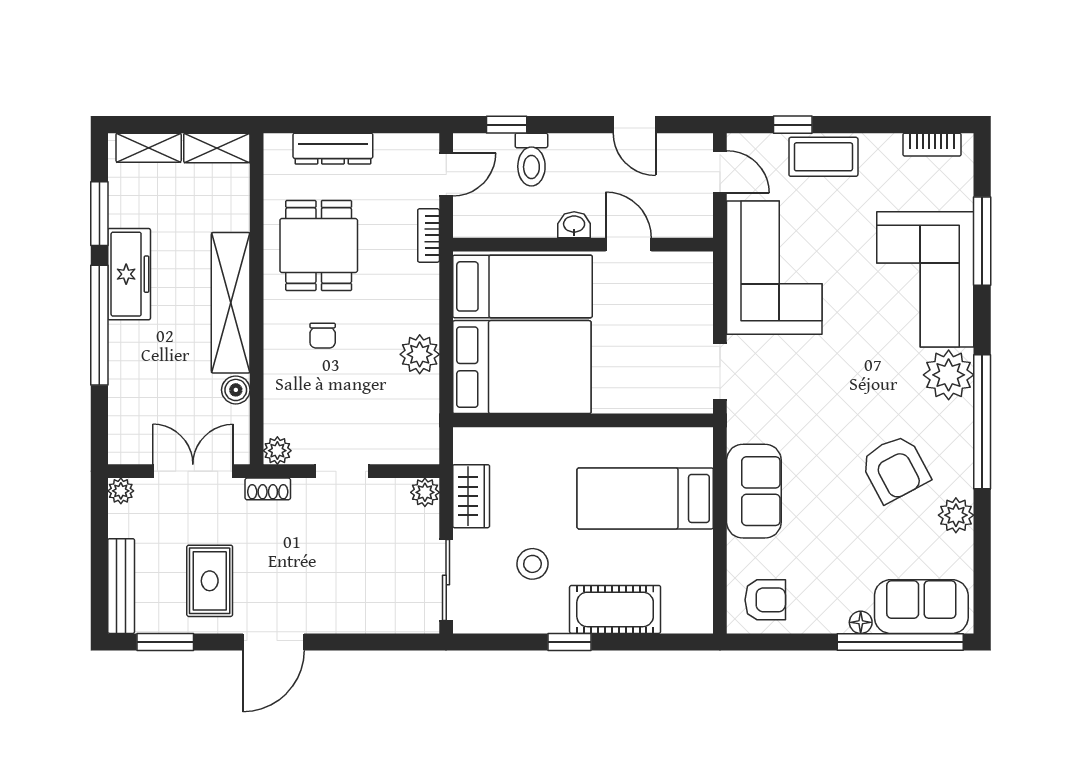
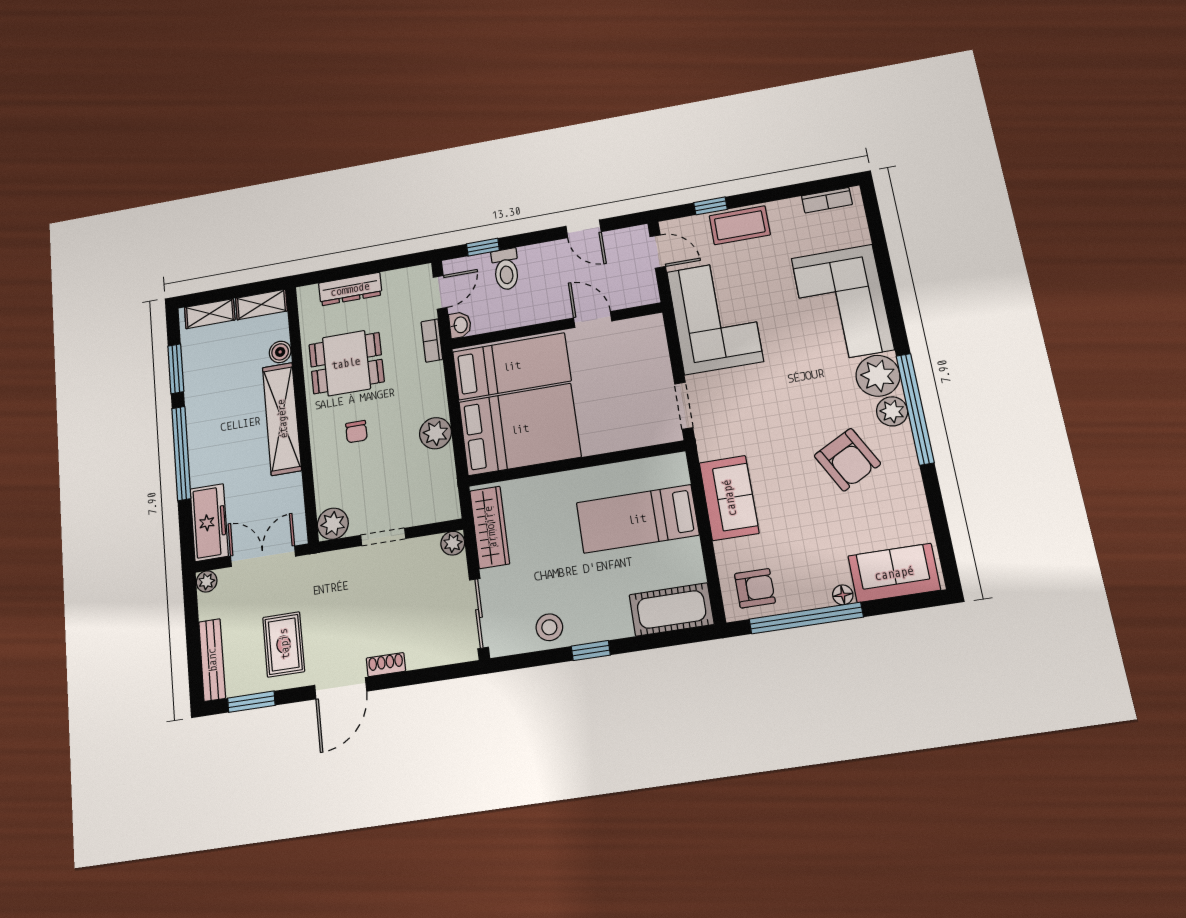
washbasin: (574, 225) -> (460, 325), moved, turned 90
window: (982, 241) -> (884, 266), removed
dining table: (319, 245) -> (346, 363), turned 90
freezer: (129, 274) -> (209, 522), moved
boiler: (236, 390) -> (280, 352), moved
plant: (277, 451) -> (333, 524), width x1.38, depth x1.38
shoe rack: (268, 489) -> (386, 665), moved, turned 180
wardrobe: (471, 496) -> (490, 527), width x1.50
plant: (956, 515) -> (892, 411), moved
stool: (532, 564) -> (549, 627), moved
cot: (615, 609) -> (672, 609), moved
window: (900, 642) -> (806, 618), moved

